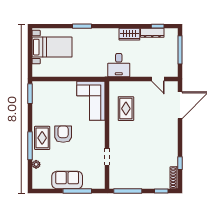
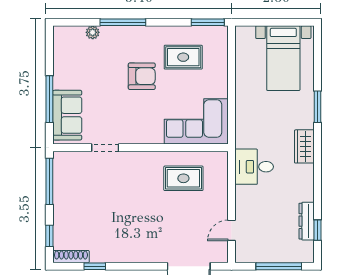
wardrobe: (129, 34) -> (304, 146), moved
rug: (42, 138) -> (183, 57), moved
sofa: (67, 180) -> (67, 115), moved

